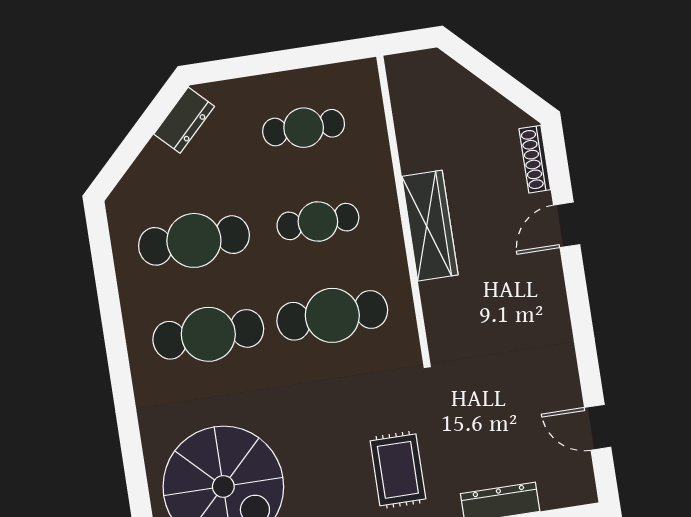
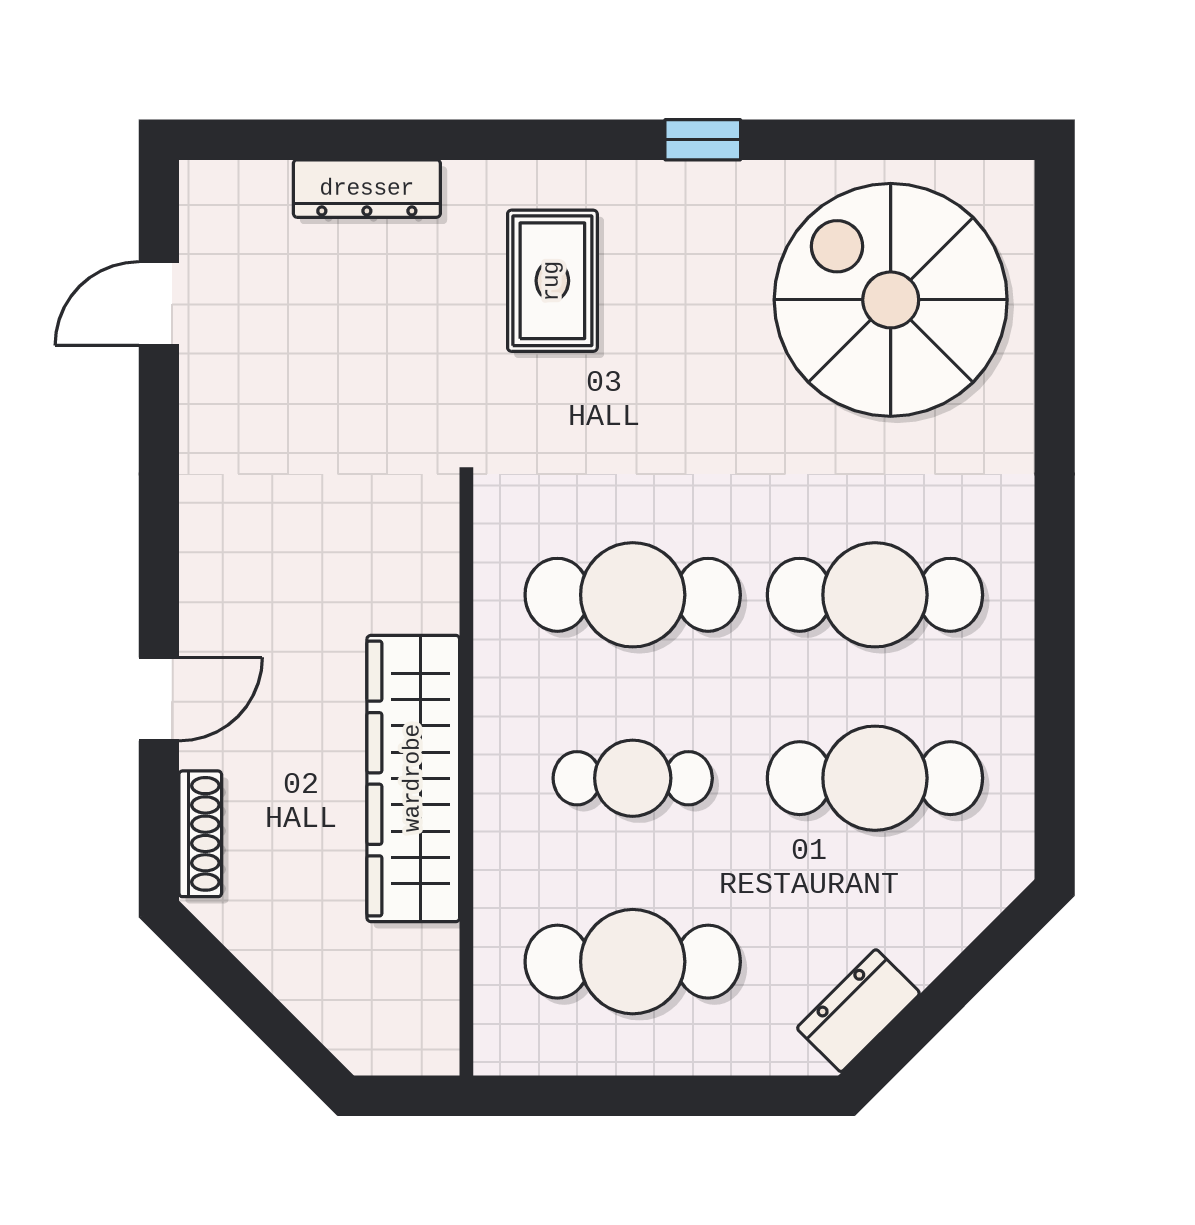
cafe table: (304, 128) -> (633, 962), width x1.37, depth x1.35
wardrobe: (430, 226) -> (413, 778), width x1.40, depth x1.17
door: (598, 427) -> (159, 304), swing flipped

